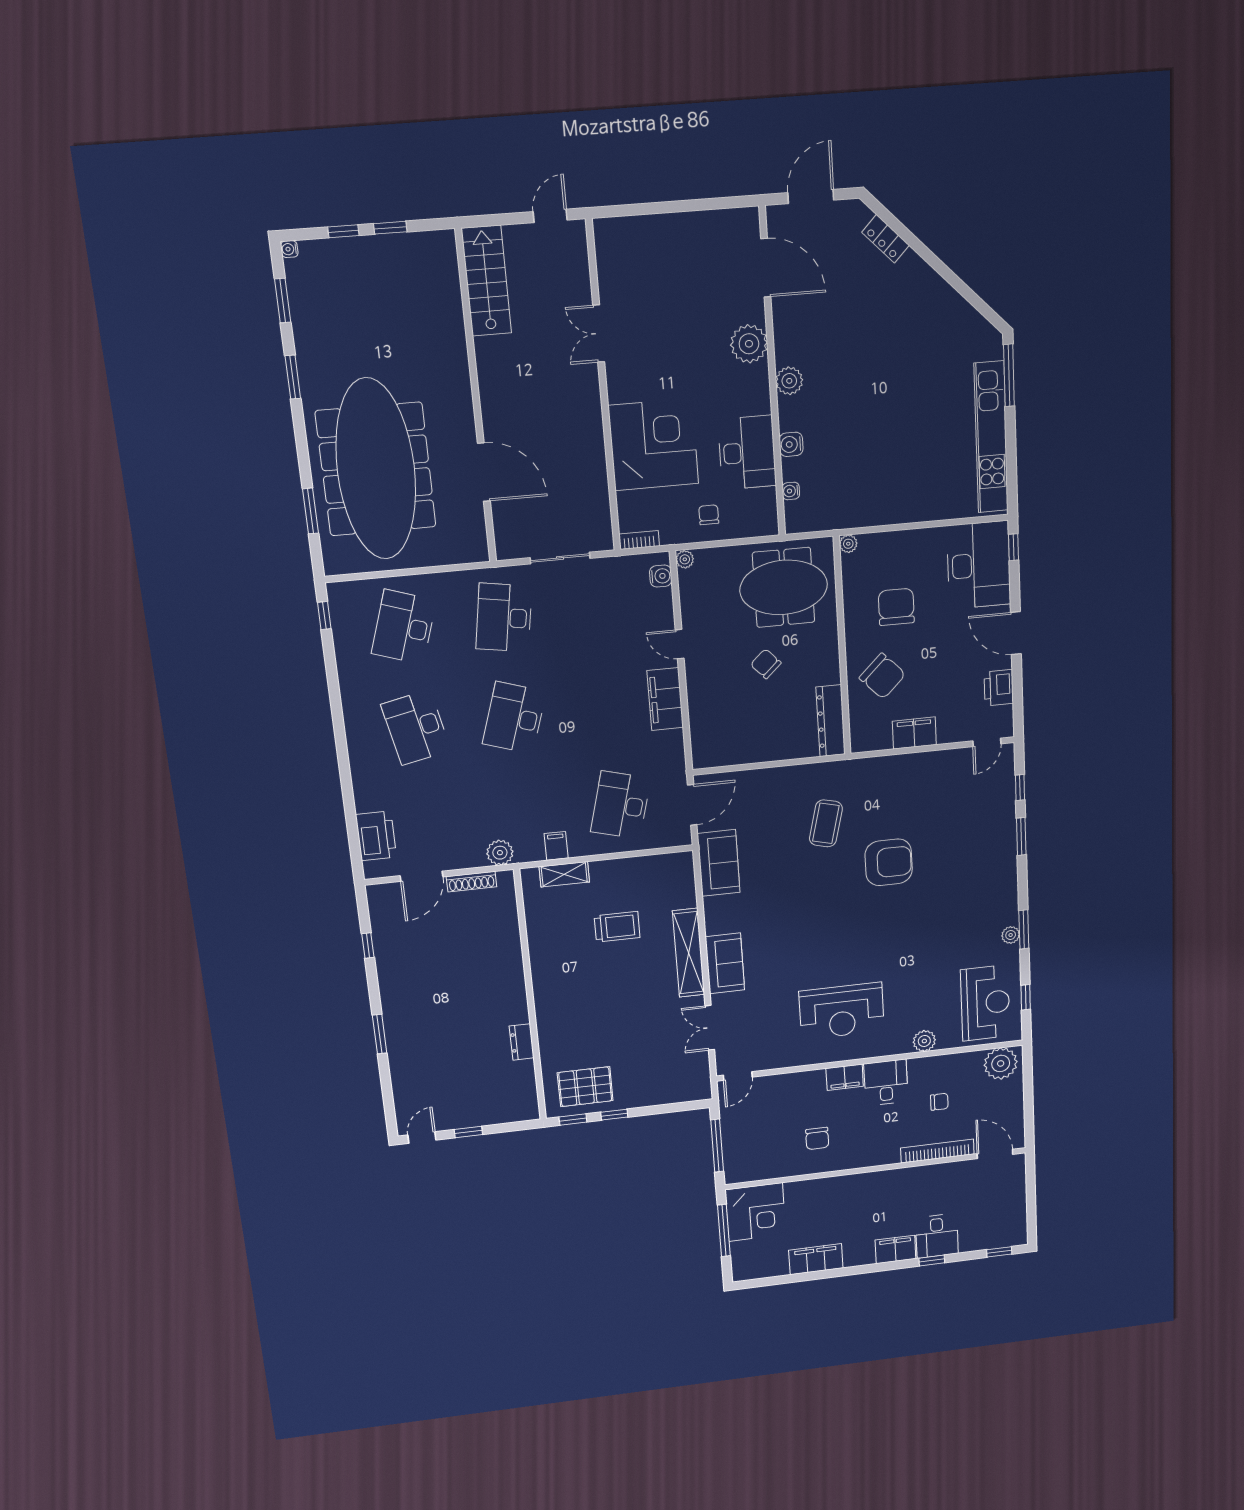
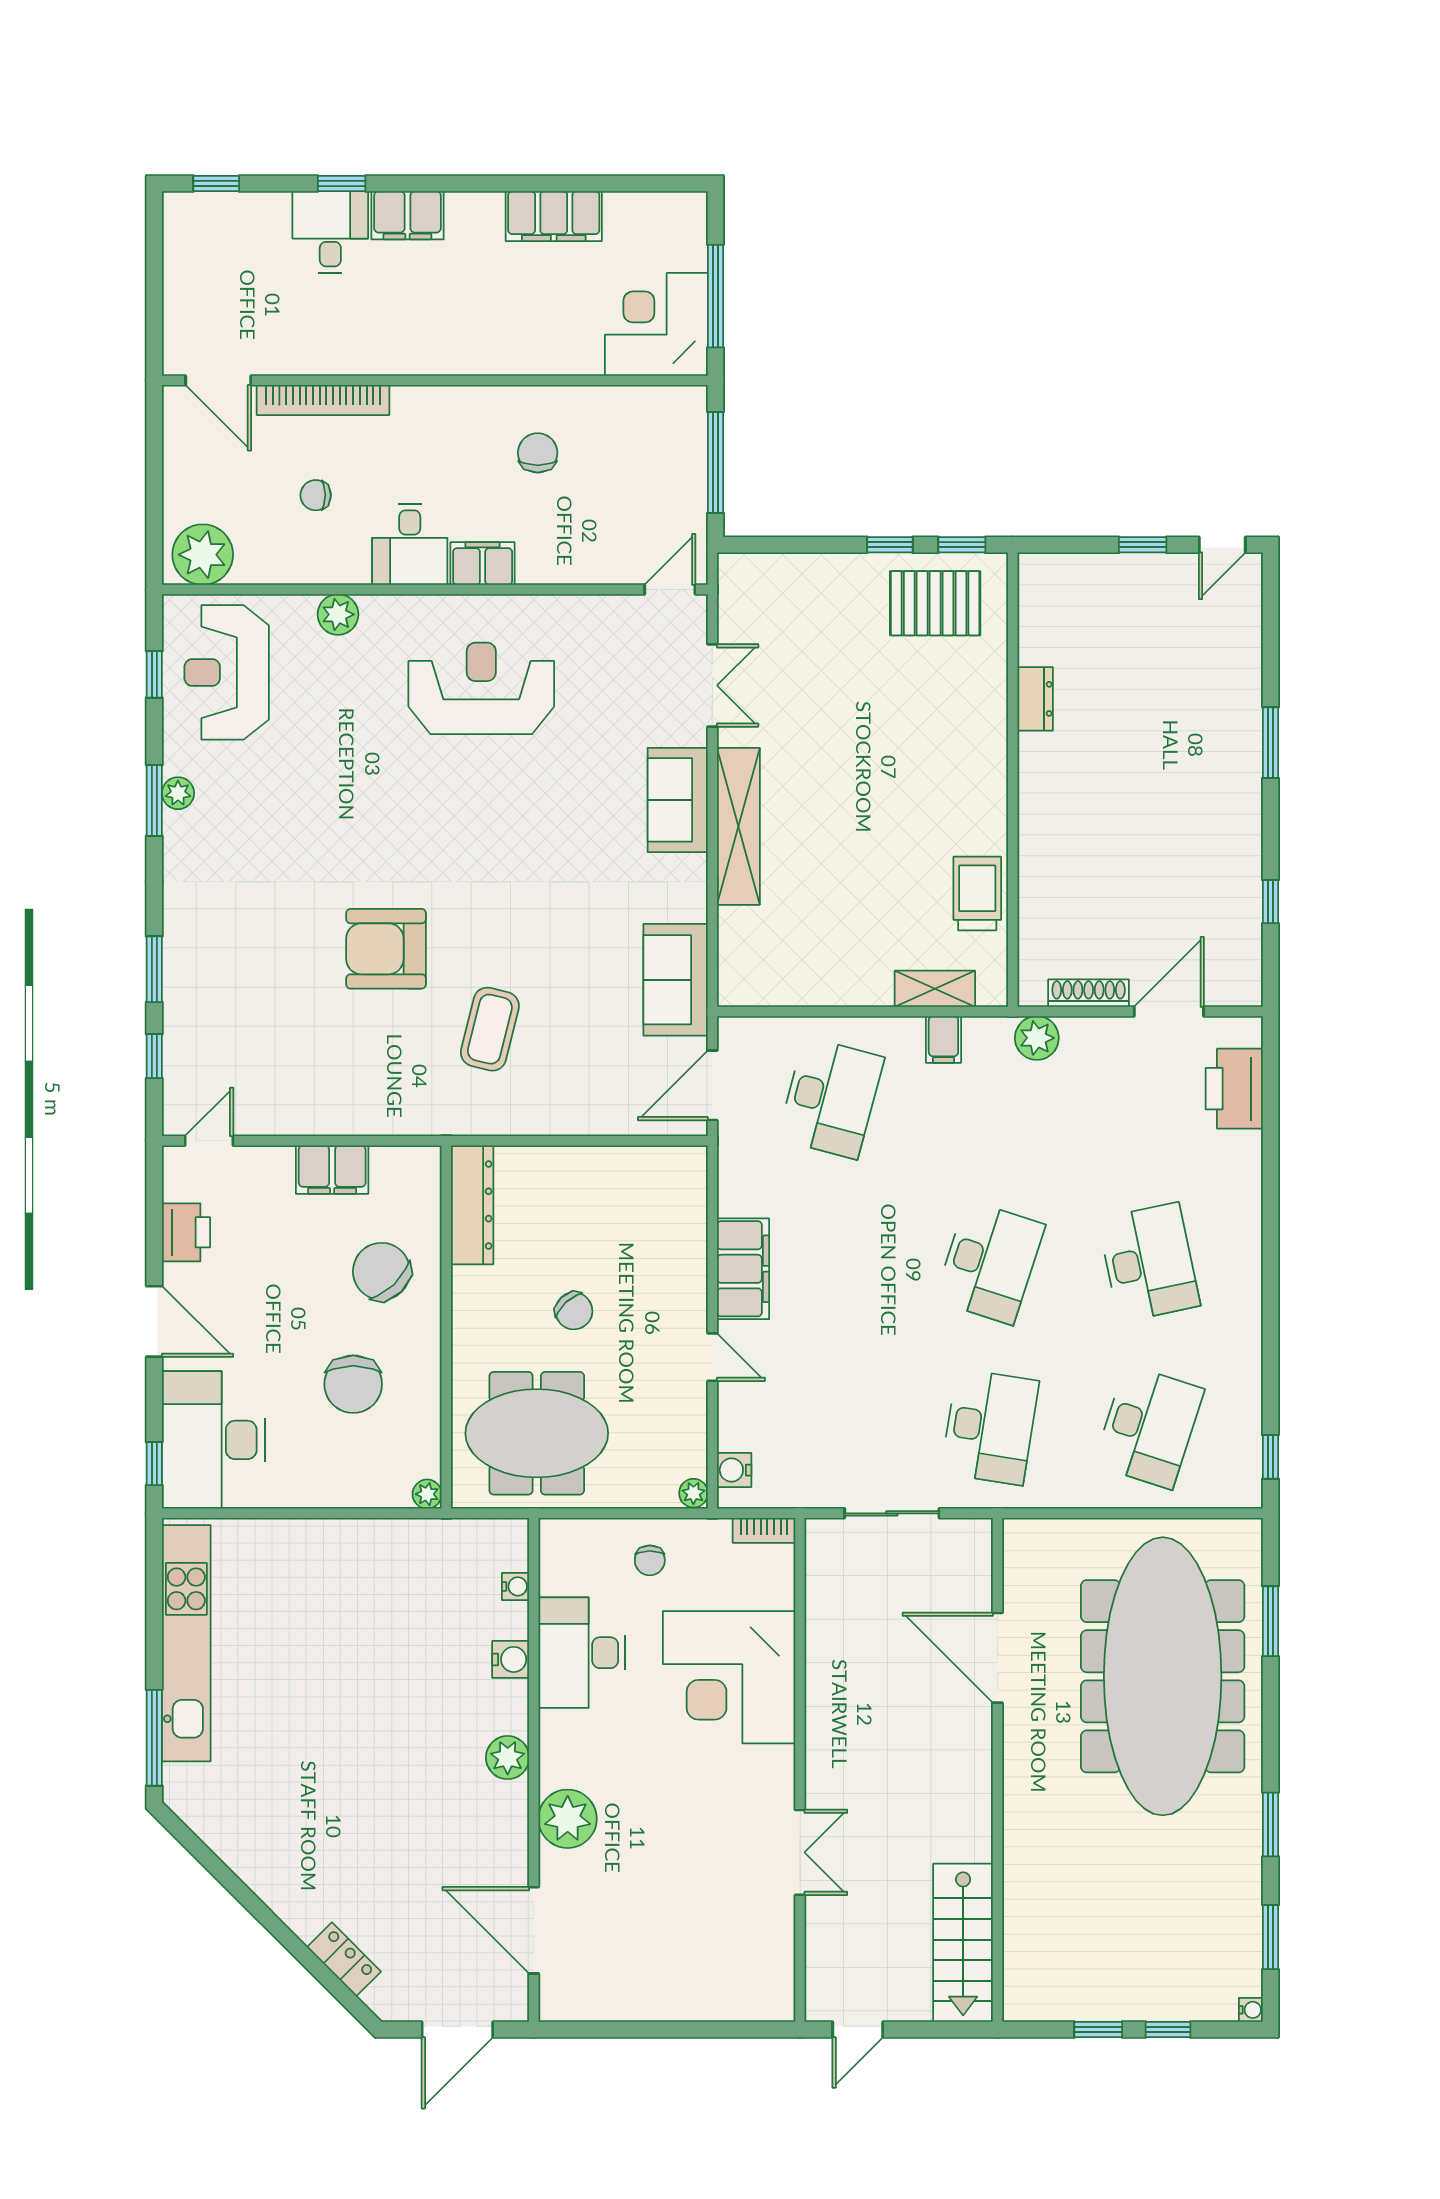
trolley: (617, 927) -> (977, 893), moved, turned 90

